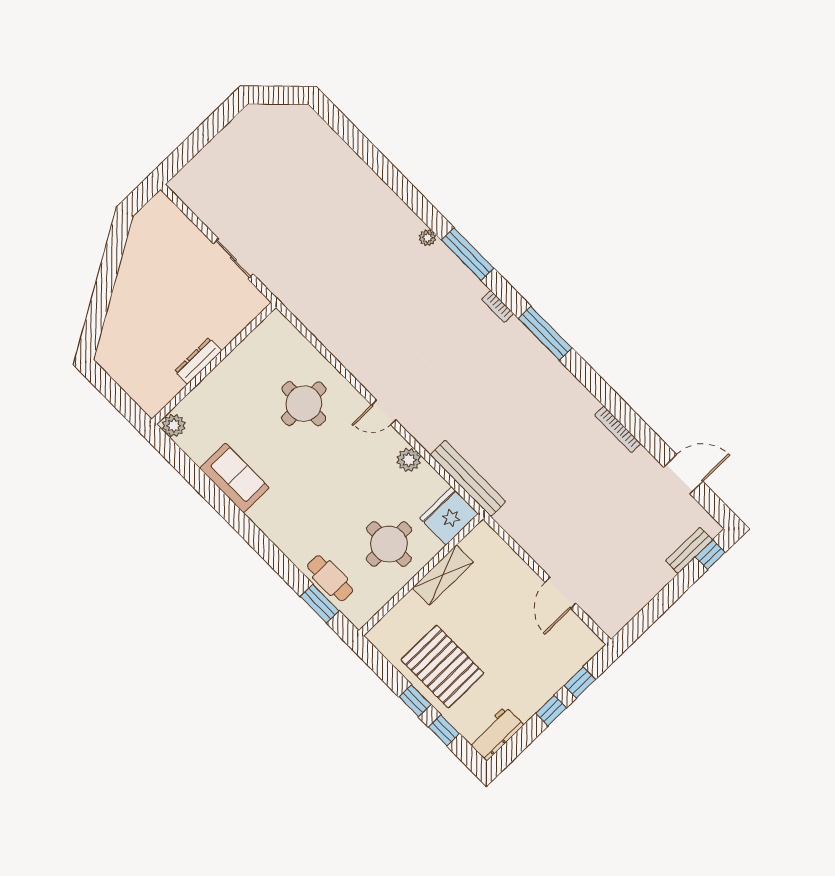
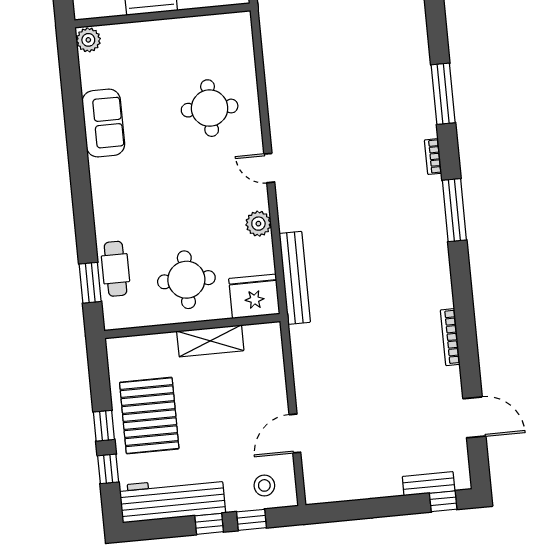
plant: (427, 238) -> (421, 54), removed
stool: (569, 649) -> (264, 485), added
workbench: (496, 734) -> (172, 499), width x1.88, depth x1.32

